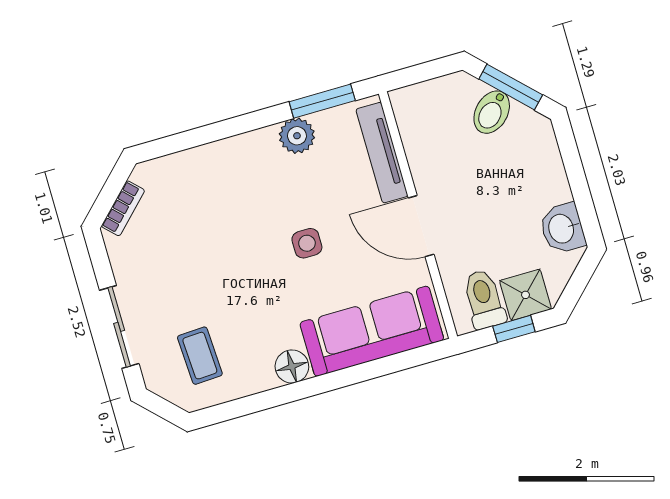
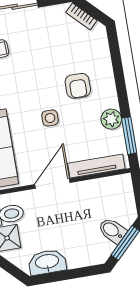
armchair: (245, 201) -> (78, 86), added
washbasin: (562, 228) -> (47, 262), width x1.38

